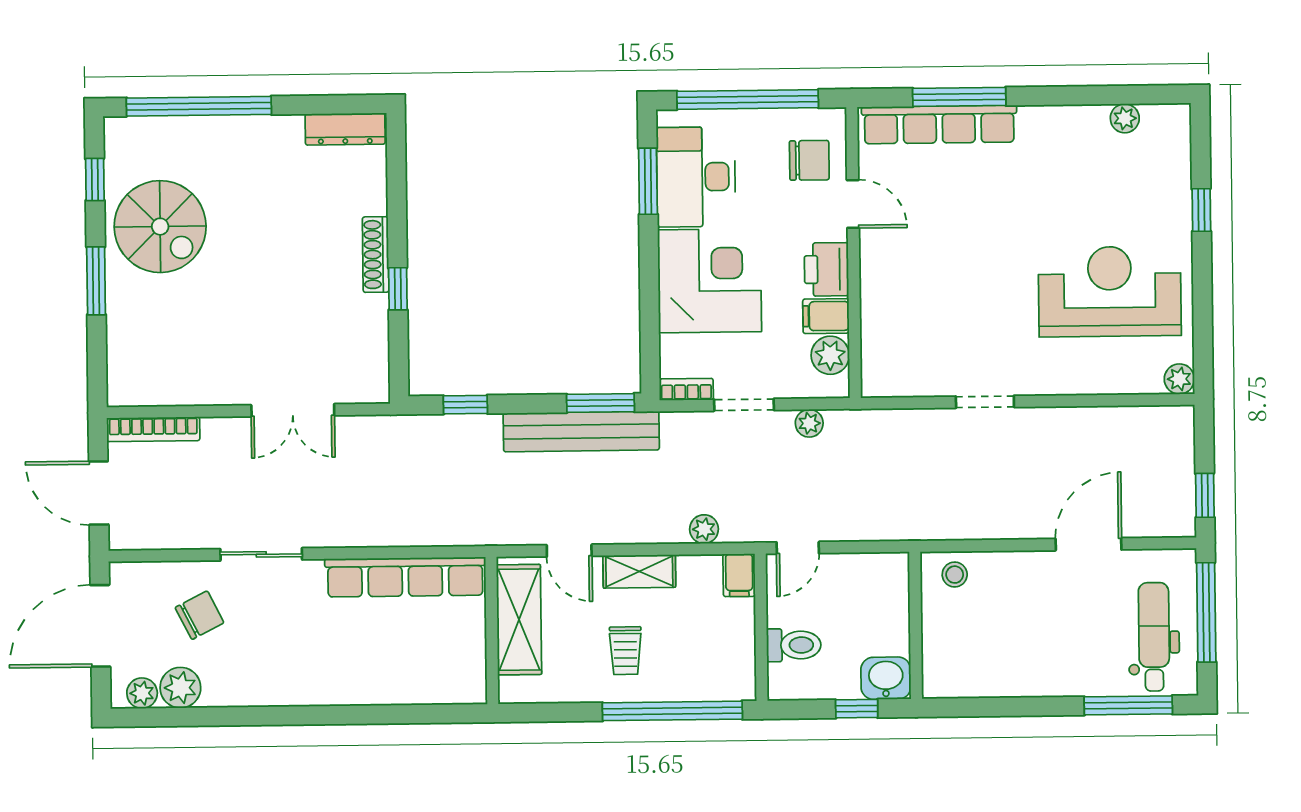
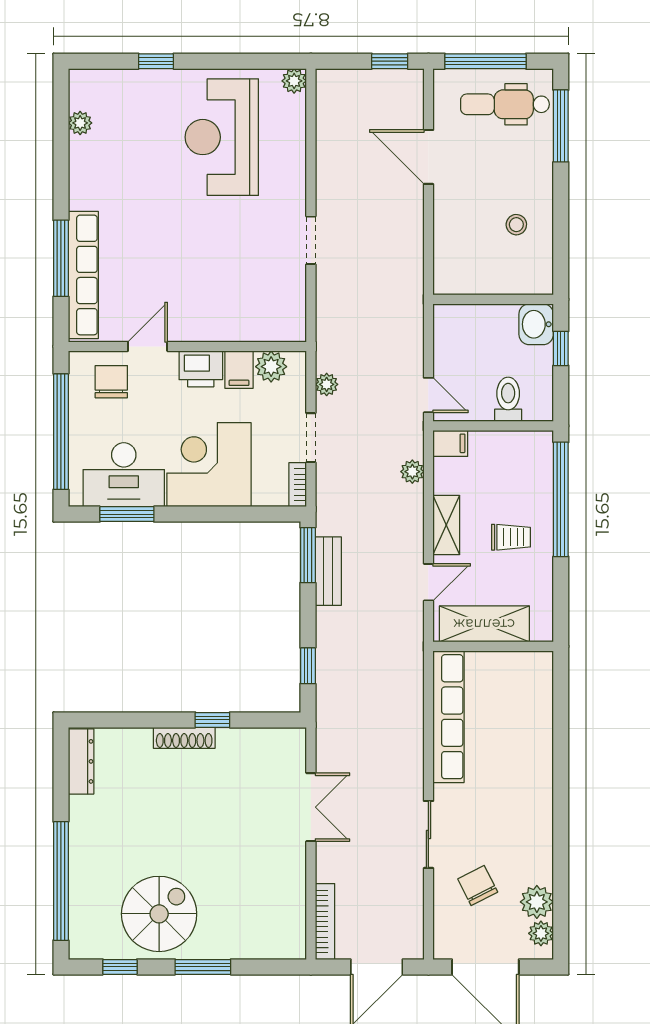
bench: (581, 432) -> (328, 571), width x0.54, depth x0.82
stool: (955, 575) -> (516, 225), moved

